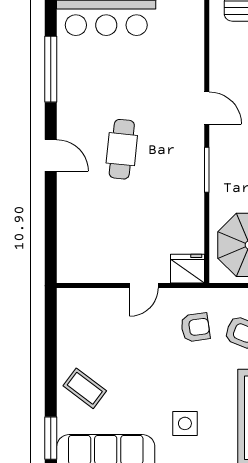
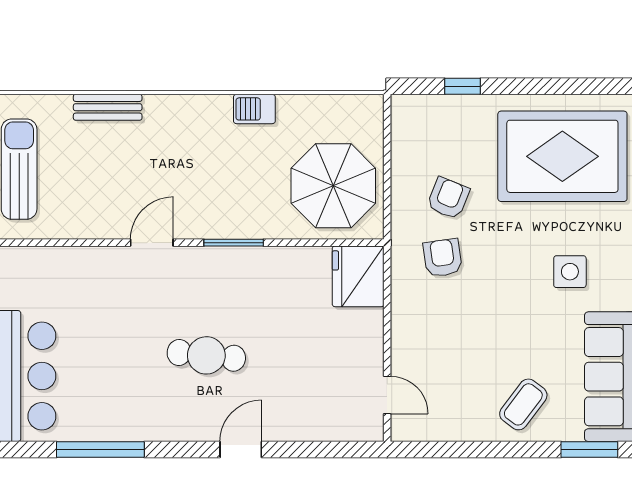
door: (51, 155) -> (241, 450), moved
fridge: (188, 269) -> (358, 276), width x1.36, depth x1.34
door: (144, 286) -> (387, 395), moved

